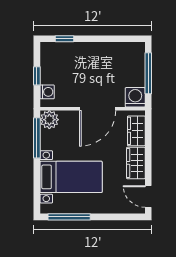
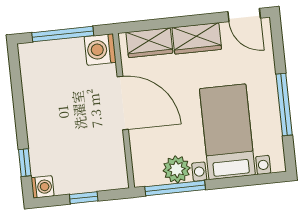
washing machine: (47, 92) -> (43, 187), moved, turned 90
plant: (49, 120) -> (177, 169), moved
door: (148, 196) -> (244, 15), hinge flipped
window: (69, 217) -> (284, 105), moved

